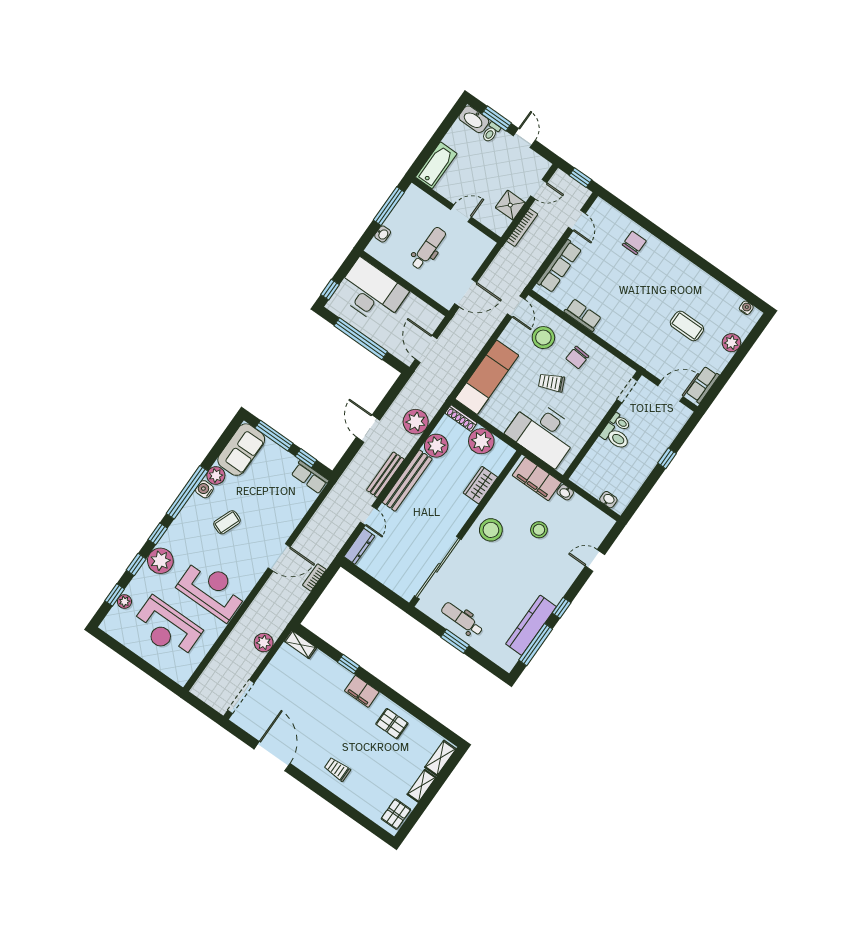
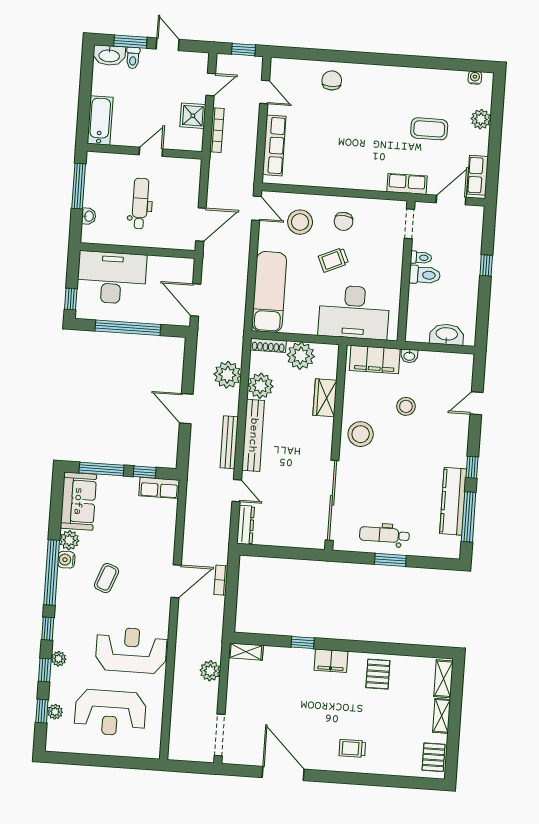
row of seats: (583, 315) -> (407, 184), moved
washbasin: (608, 500) -> (447, 334), width x1.91, depth x1.45
plant: (160, 561) -> (59, 659), width x0.53, depth x0.53
pallet: (392, 724) -> (378, 674), turned 90

